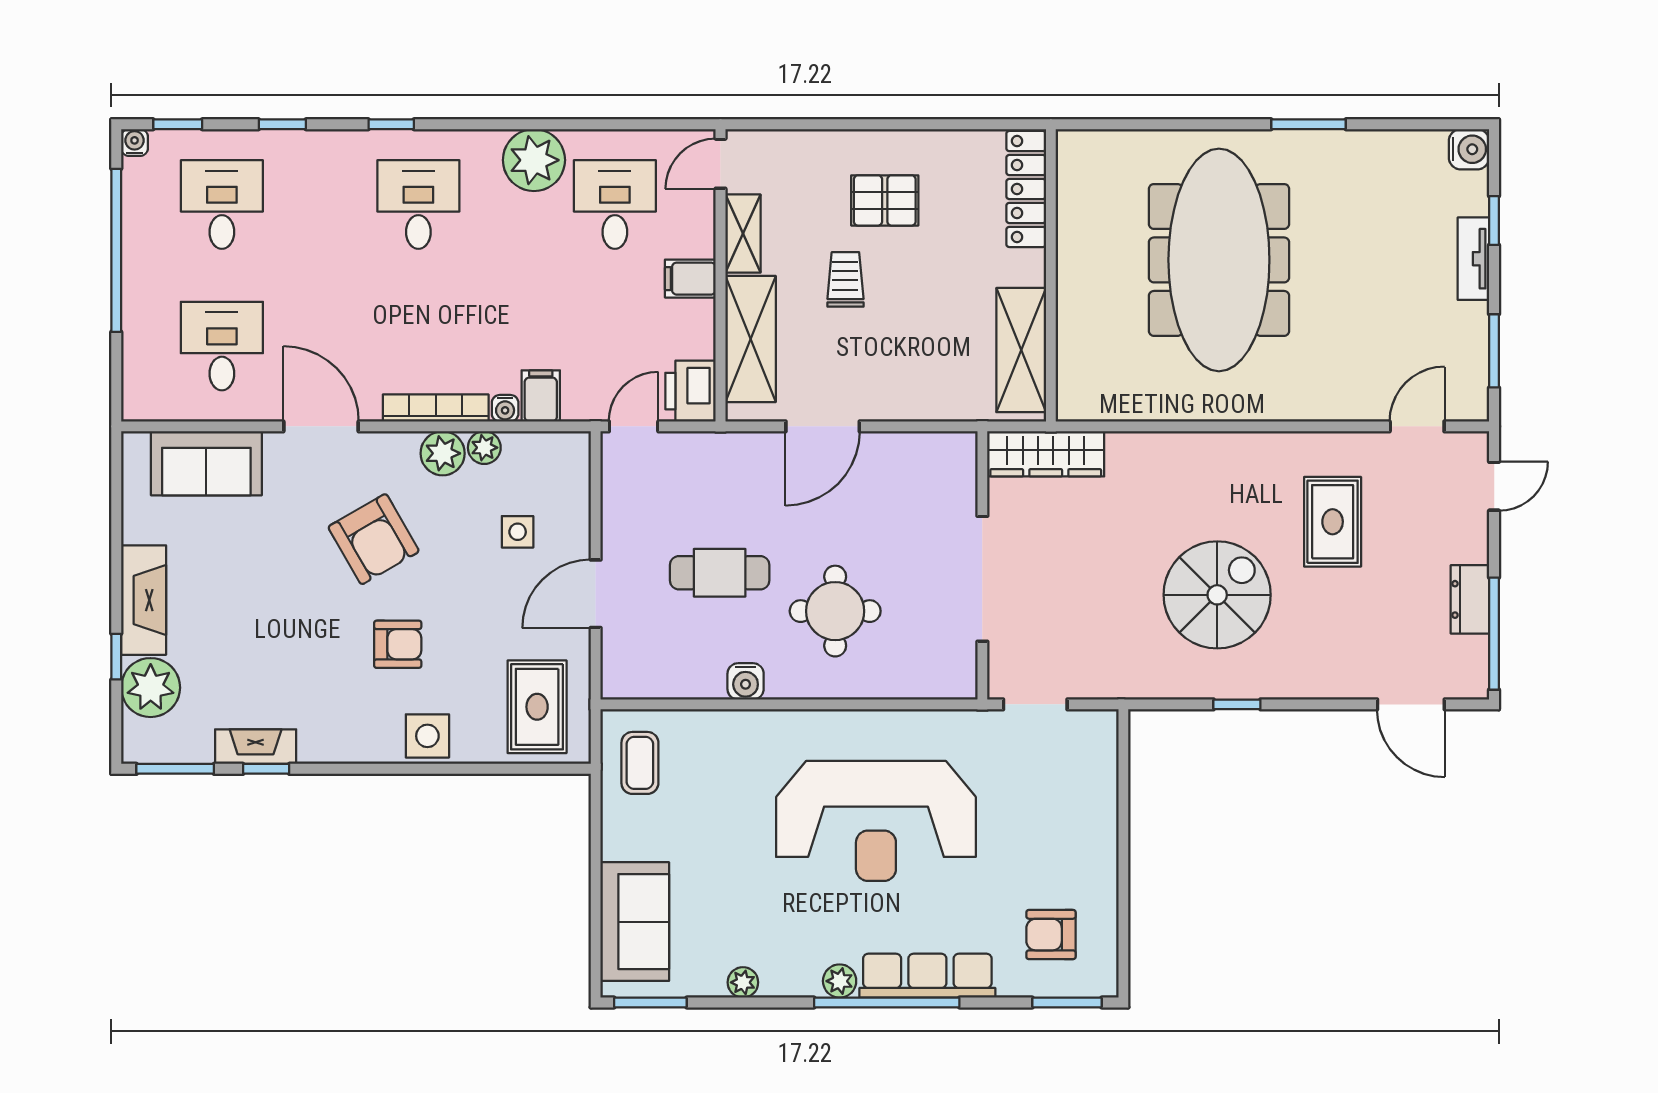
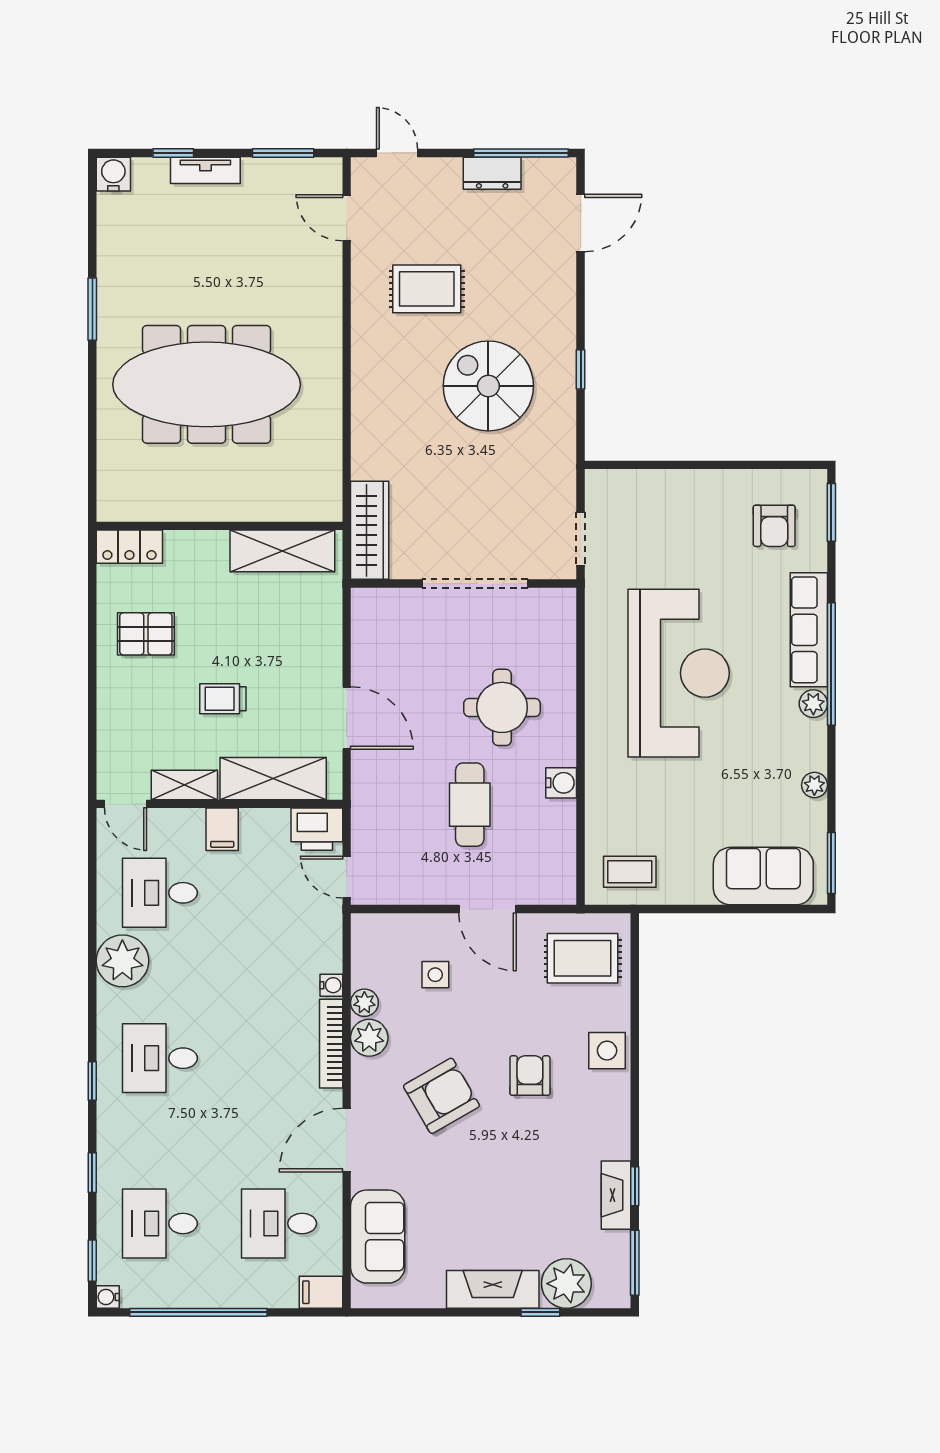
locker: (1026, 189) -> (129, 547), width x0.66
pallet: (885, 200) -> (146, 634), moved, turned 90
filing cabinet: (541, 396) -> (321, 1292), moved

